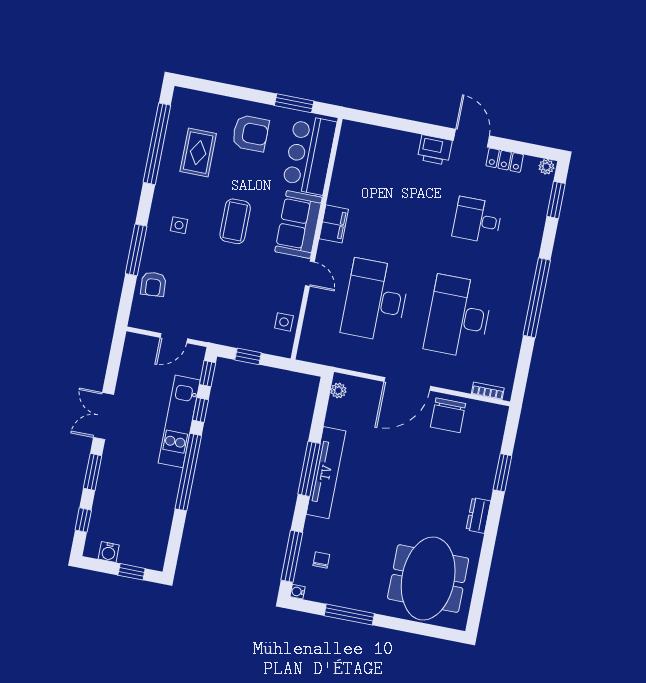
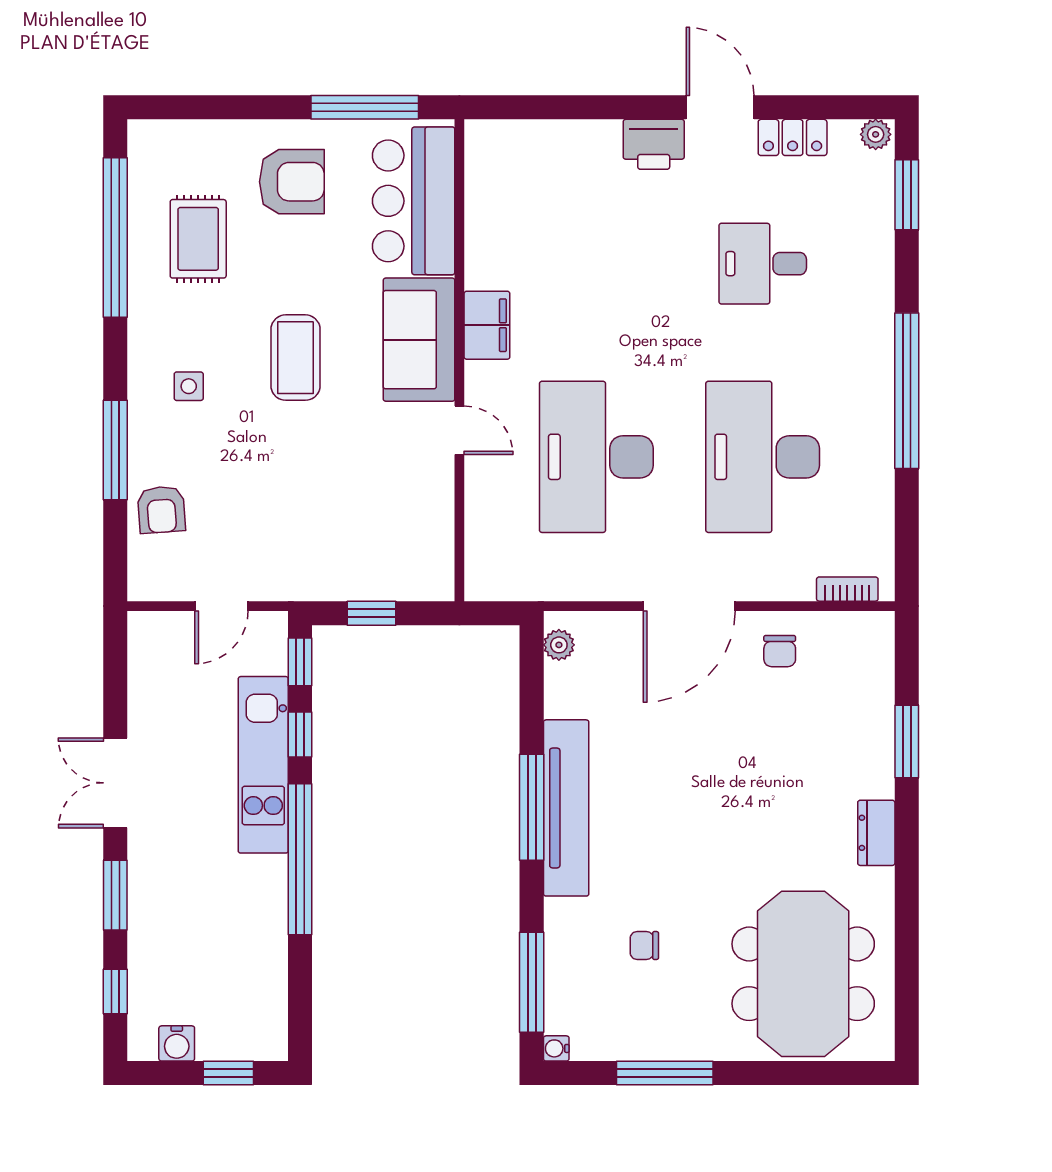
window: (294, 103) -> (365, 107), width x1.44
side table: (284, 322) -> (428, 533), removed
chair: (448, 415) -> (780, 651), width x0.54, depth x0.54
chair: (321, 560) -> (644, 946), moved, turned -90

